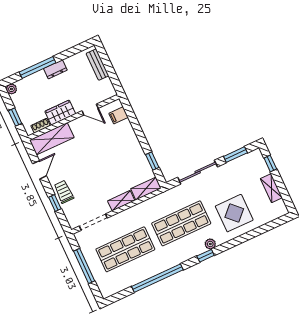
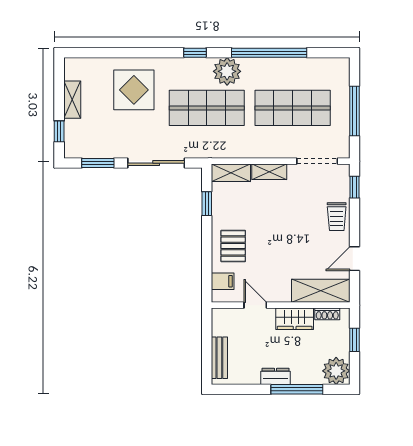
plant: (11, 89) -> (336, 371), width x1.87, depth x1.87
pallet: (122, 141) -> (233, 246), added
window: (55, 203) -> (354, 187), moved
plant: (210, 244) -> (227, 71), moved, width x1.88, depth x1.88

